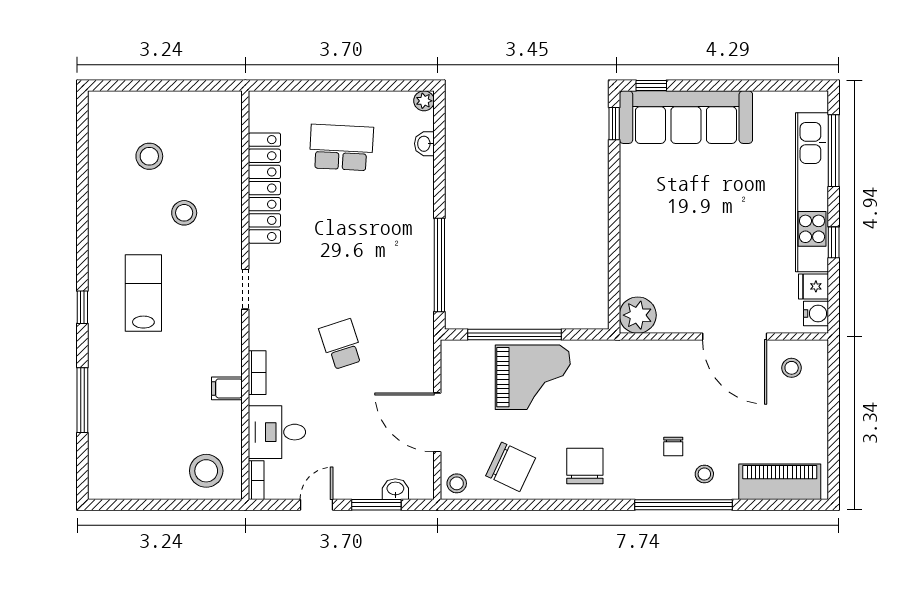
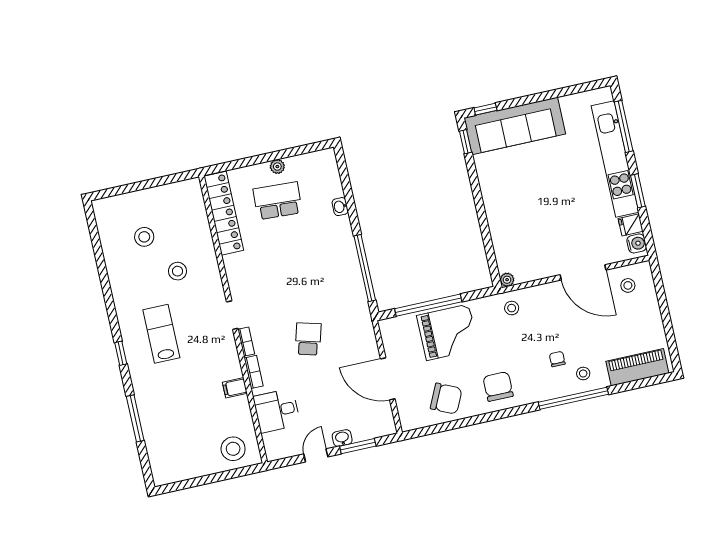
plant: (424, 101) -> (277, 167), moved
washbasin: (424, 144) -> (340, 207), moved
locker: (264, 188) -> (224, 213), moved
window: (834, 242) -> (638, 191), width x1.50
plant: (638, 315) -> (507, 280), width x0.53, depth x0.53
school desk: (341, 344) -> (308, 339), turned 33
chair: (673, 447) -> (557, 359), turned 180
bookcase: (256, 480) -> (246, 342), moved
stool: (457, 483) -> (512, 308), moved
washbasin: (395, 489) -> (342, 438), moved

